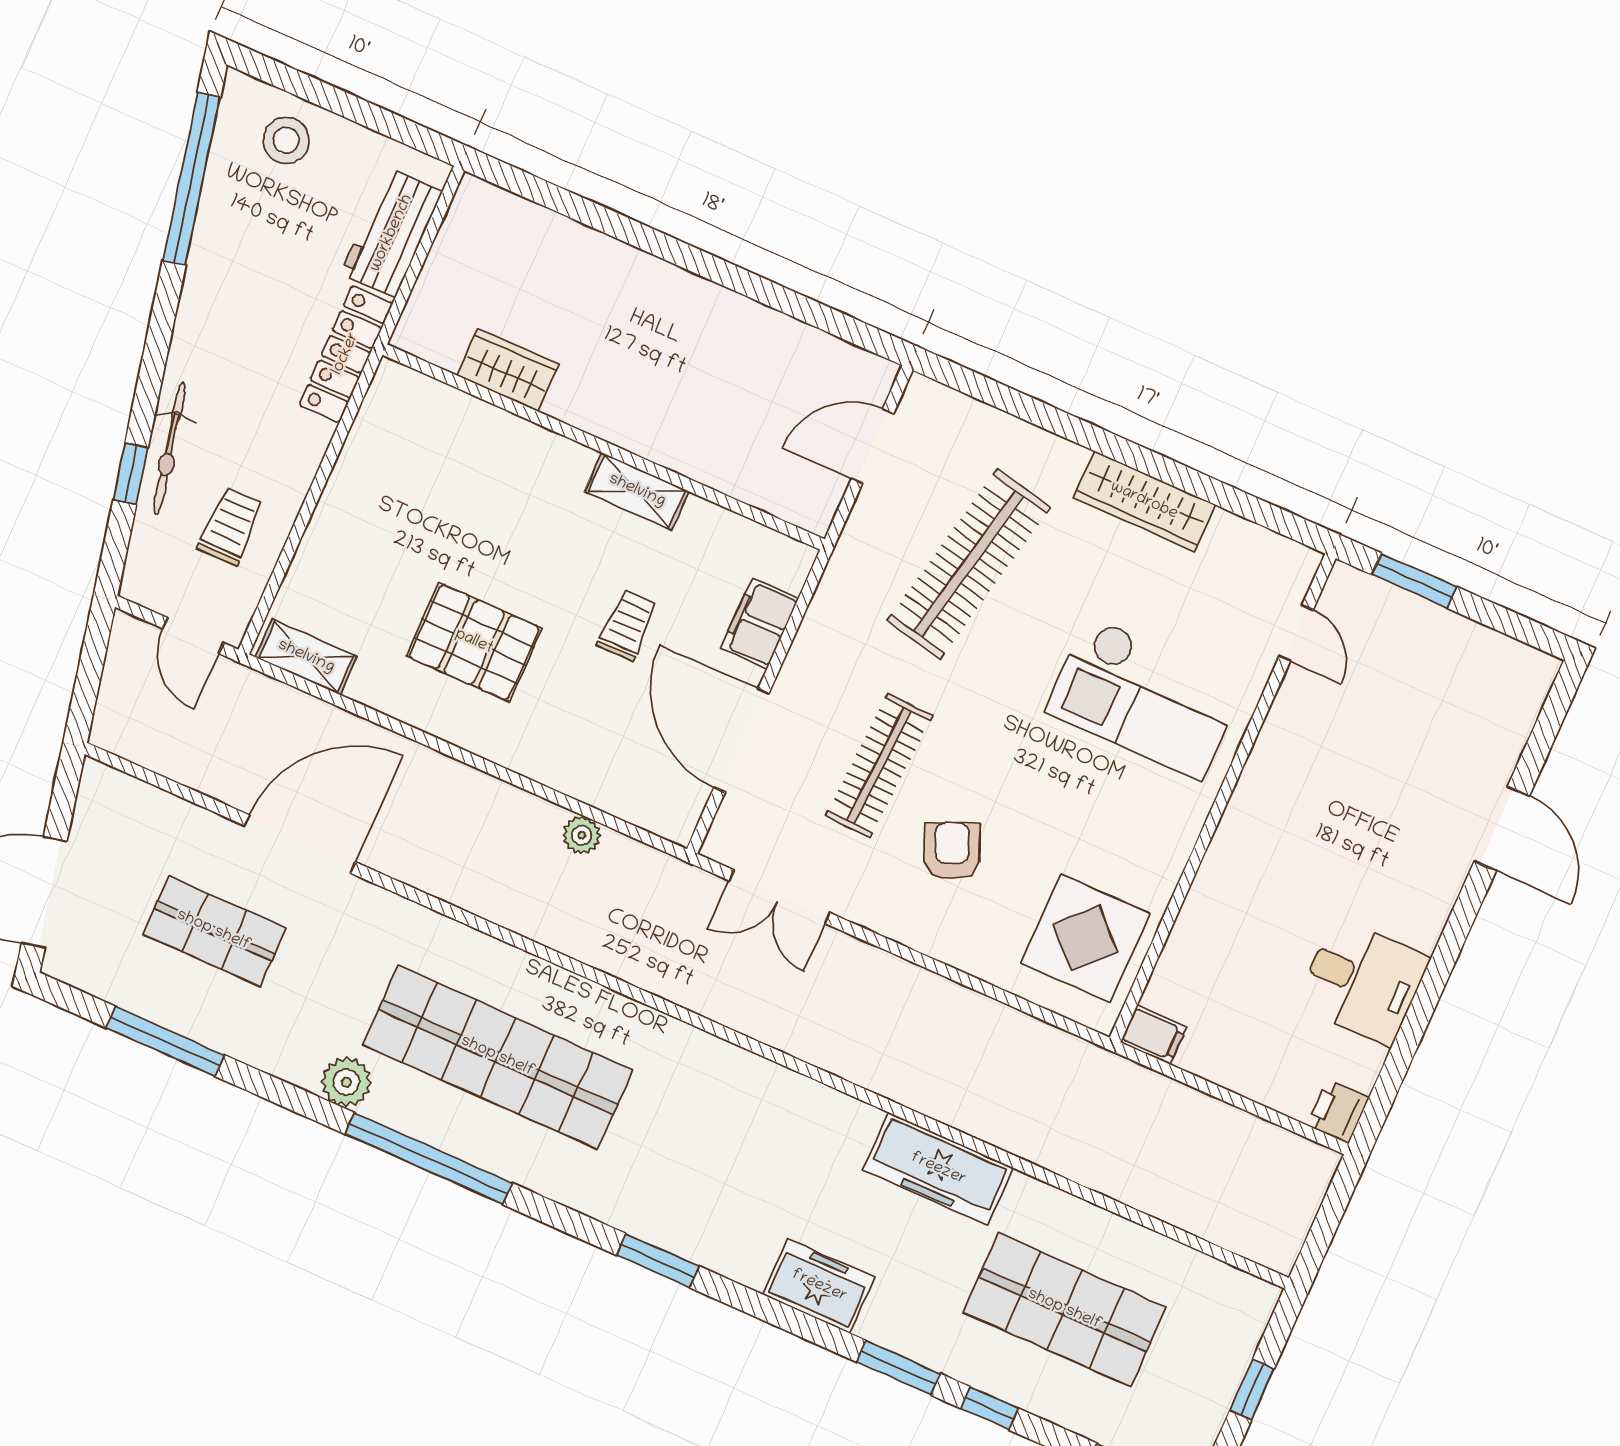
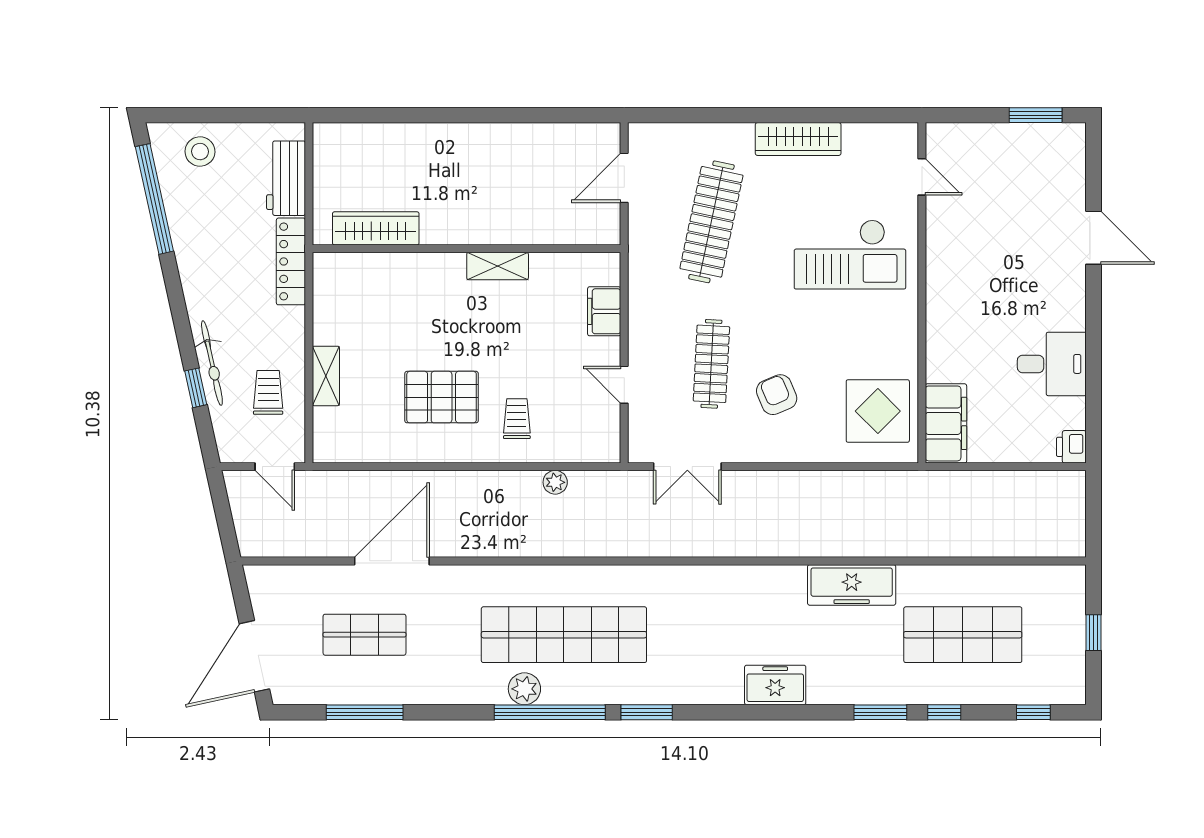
wardrobe: (508, 370) -> (376, 228), width x1.50
window: (1414, 581) -> (1036, 115), moved
trolley: (627, 625) -> (517, 419), moved
shelving: (306, 657) -> (326, 376), moved, turned 90
door: (742, 740) -> (624, 385), width x0.53
filing cabinet: (1153, 1035) -> (946, 423), width x3.00, depth x1.17
plant: (346, 1082) -> (524, 689), moved
window: (658, 1261) -> (647, 712), moved
freezer: (819, 1286) -> (775, 685), moved

